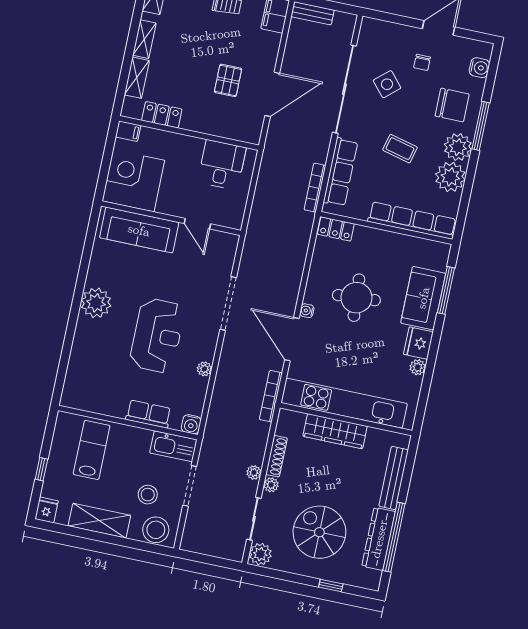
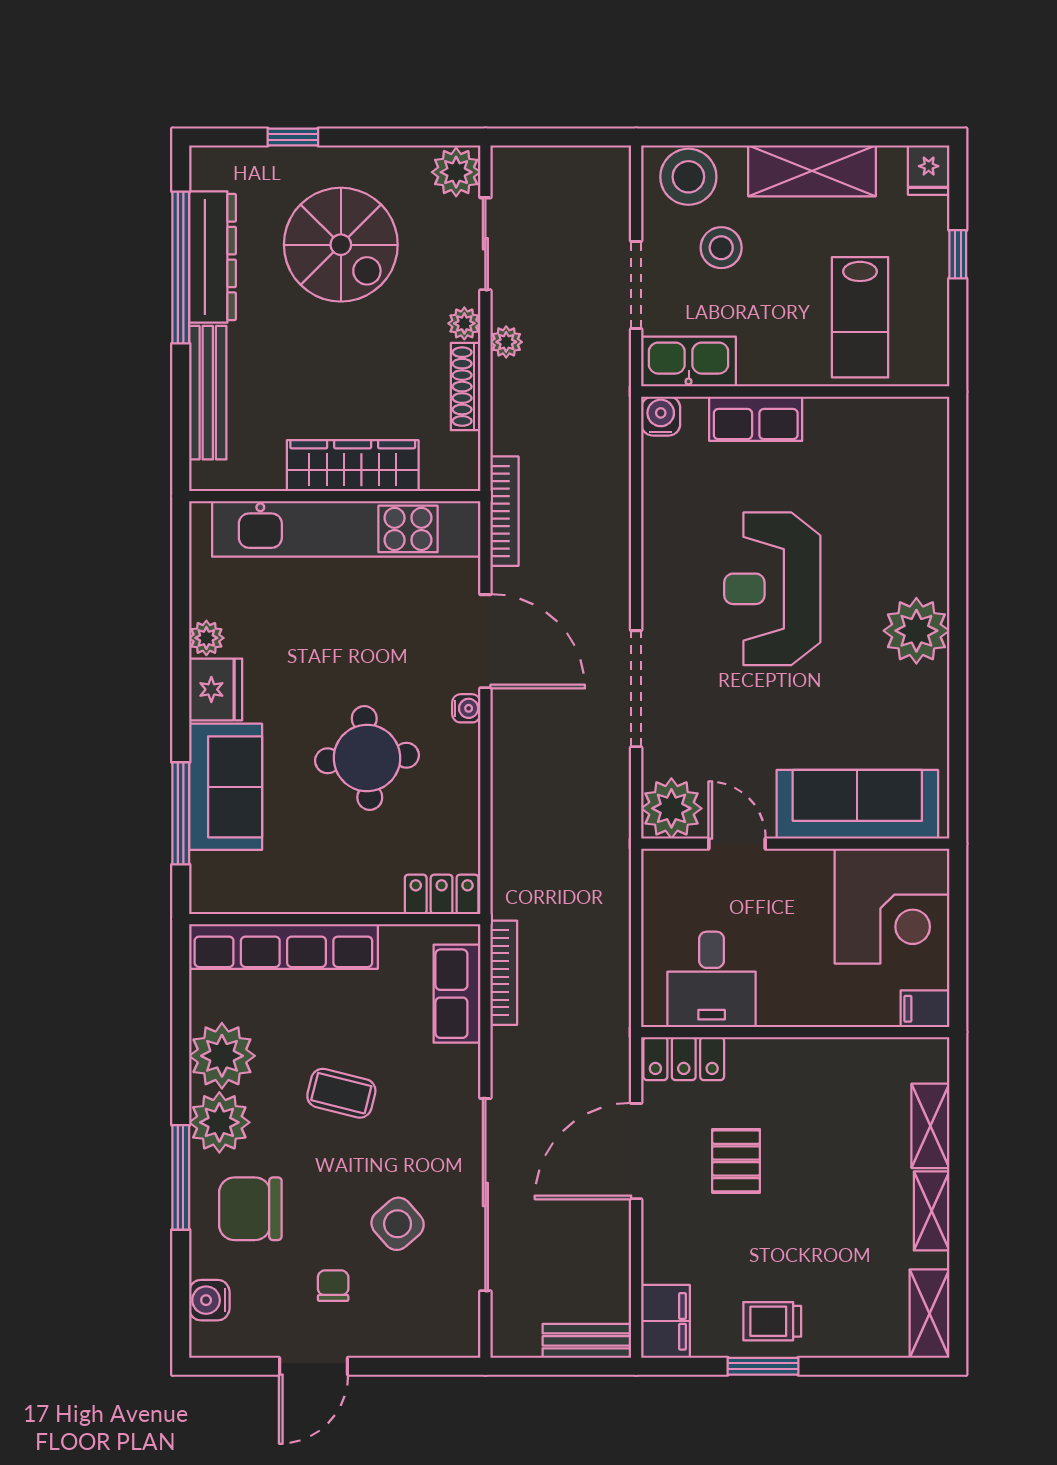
locker: (162, 115) -> (684, 1059), moved
row of seats: (340, 172) -> (457, 994), width x0.68
plant: (204, 369) -> (671, 808), moved, width x1.87, depth x1.87

